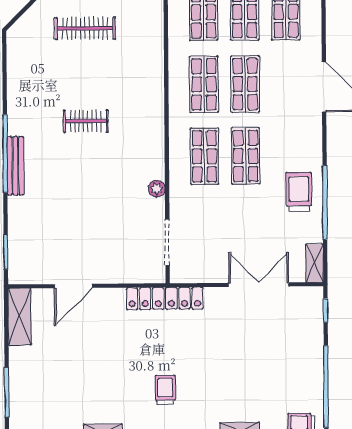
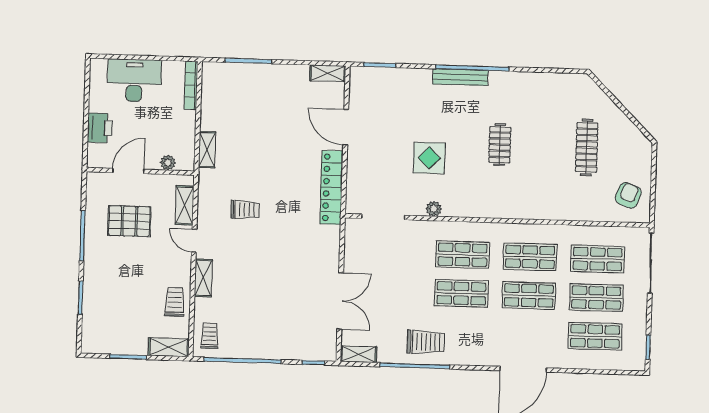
display table: (103, 196) -> (429, 158), added
locker: (165, 298) -> (331, 187), moved
shelving: (20, 317) -> (328, 73), width x0.67, depth x0.75

